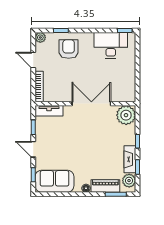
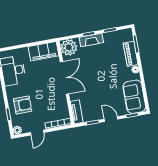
armchair: (69, 49) -> (23, 105), turned 180
filing cabinet: (127, 85) -> (44, 51), added
double door: (91, 104) -> (64, 78), swing flipped
door: (33, 149) -> (111, 119), swing flipped
fireplace: (130, 159) -> (91, 40), moved
plant: (129, 181) -> (123, 35), removed

